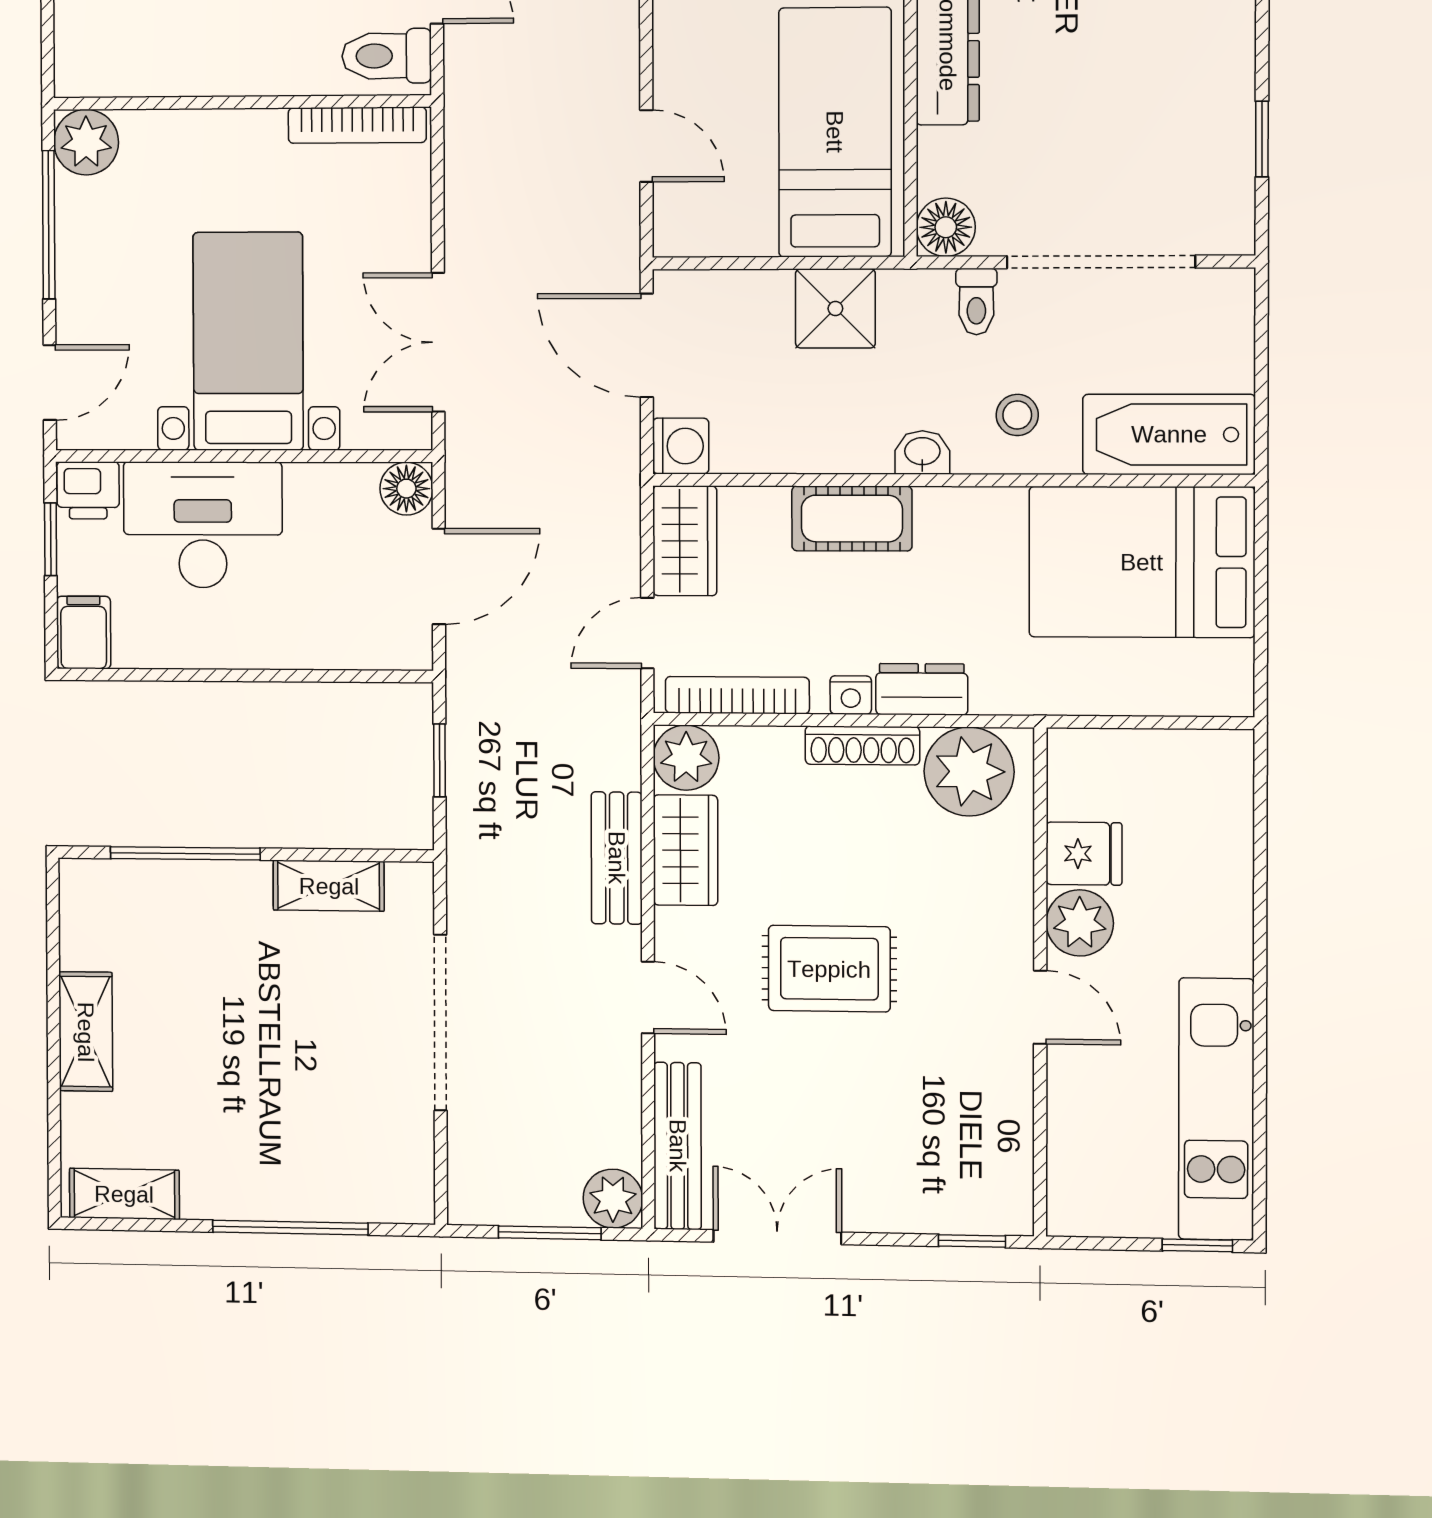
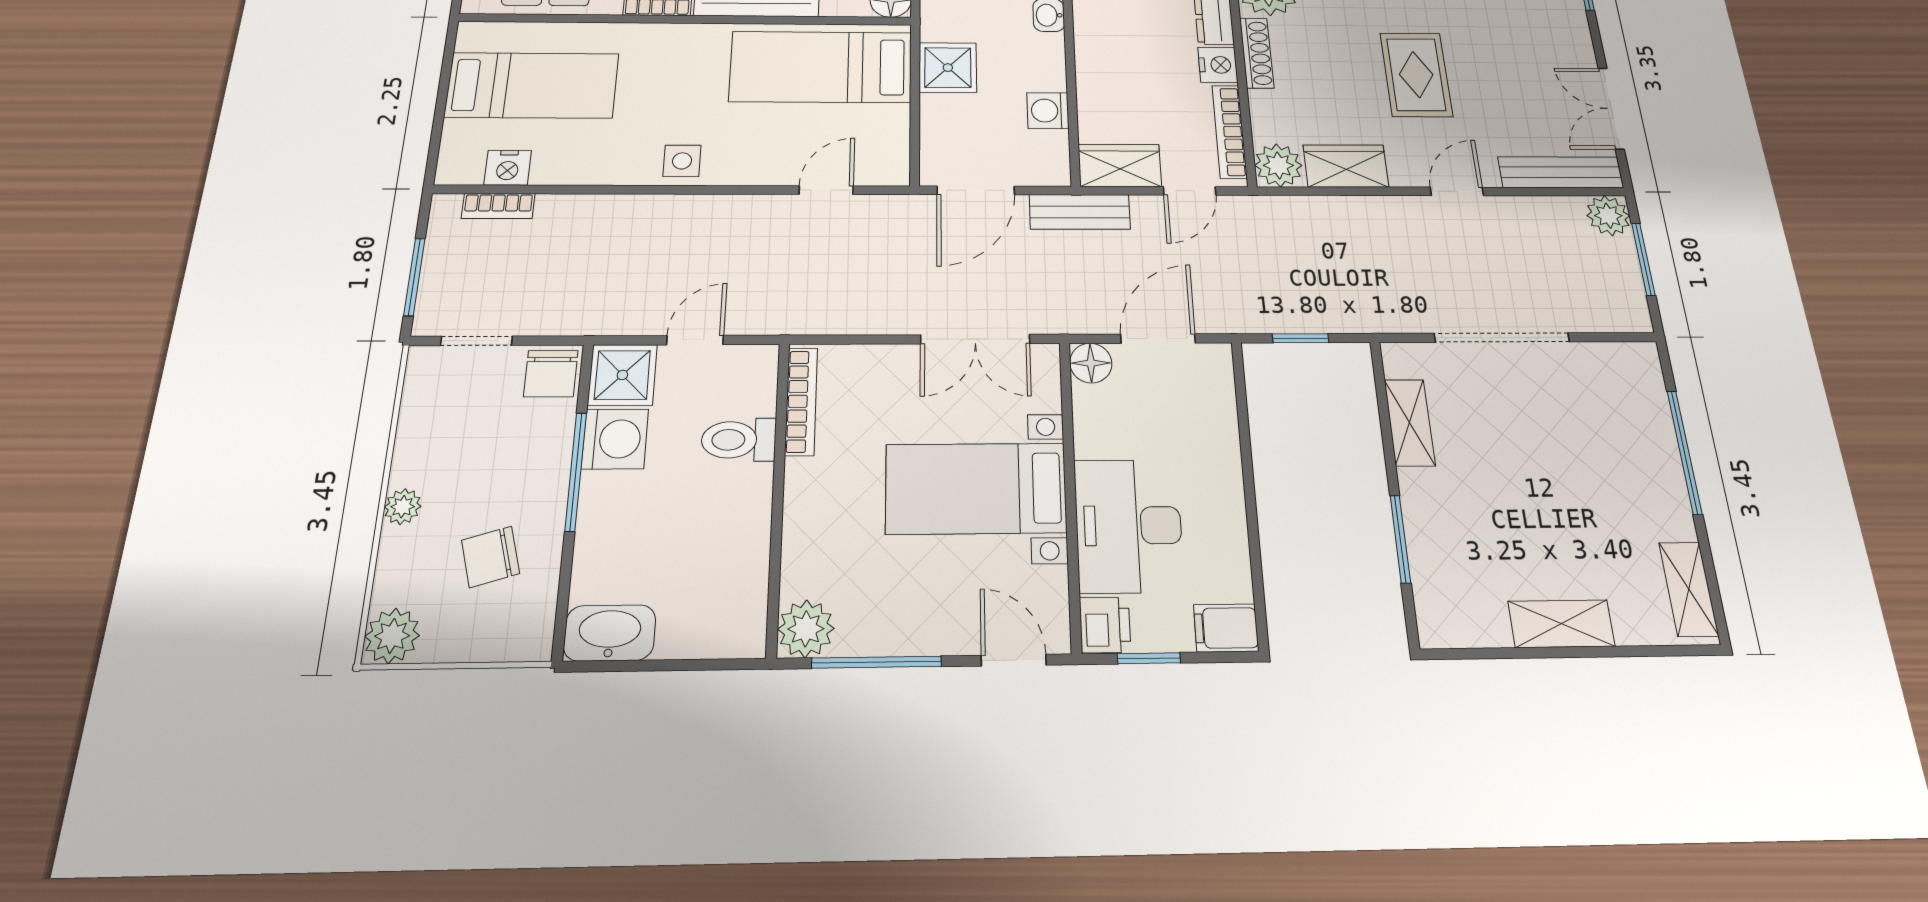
toilet: (387, 56) -> (739, 440), moved, turned 90
washing machine: (681, 446) -> (1048, 111), moved, turned -90
cot: (852, 519) -> (1097, 58), removed
door: (439, 576) -> (1158, 339), hinge flipped
door: (647, 633) -> (1190, 191), hinge flipped
nightstand: (851, 695) -> (1218, 65), width x1.39, depth x1.35
window: (185, 853) -> (1400, 539), width x0.69
bench: (617, 858) -> (1080, 212), moved

